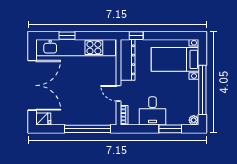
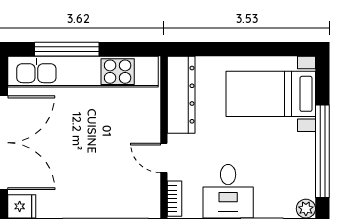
window: (67, 36) -> (67, 49), width x2.17
window: (136, 36) -> (197, 49), removed

